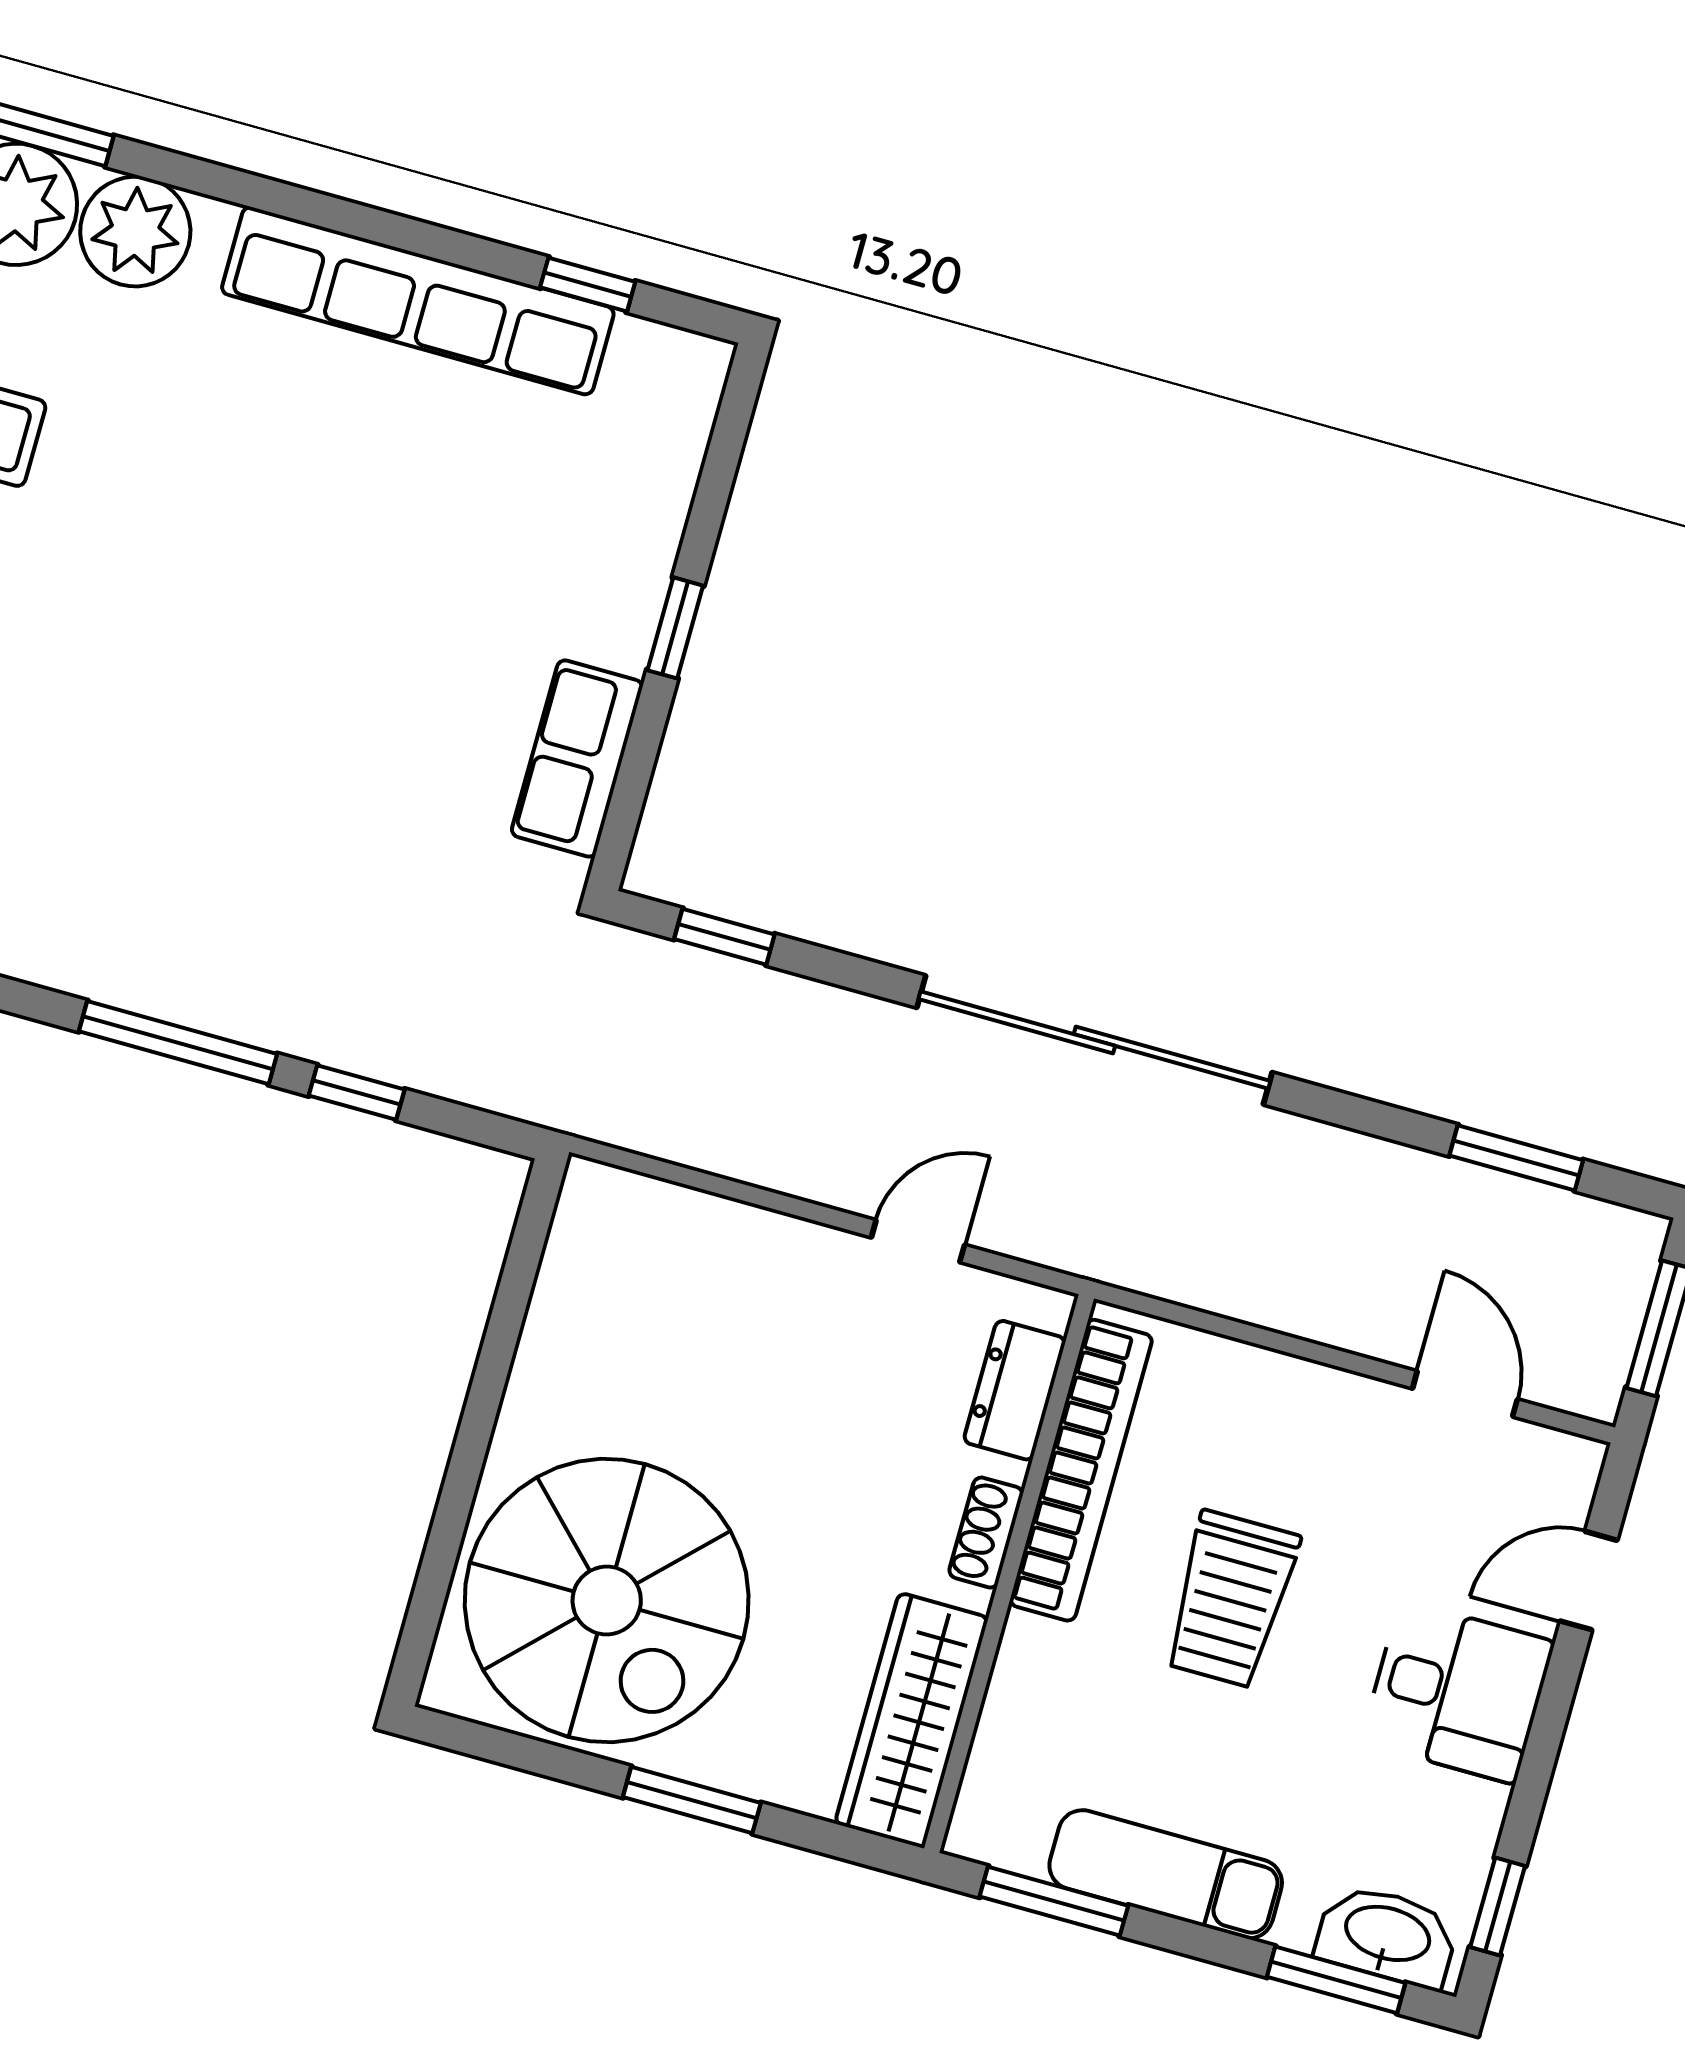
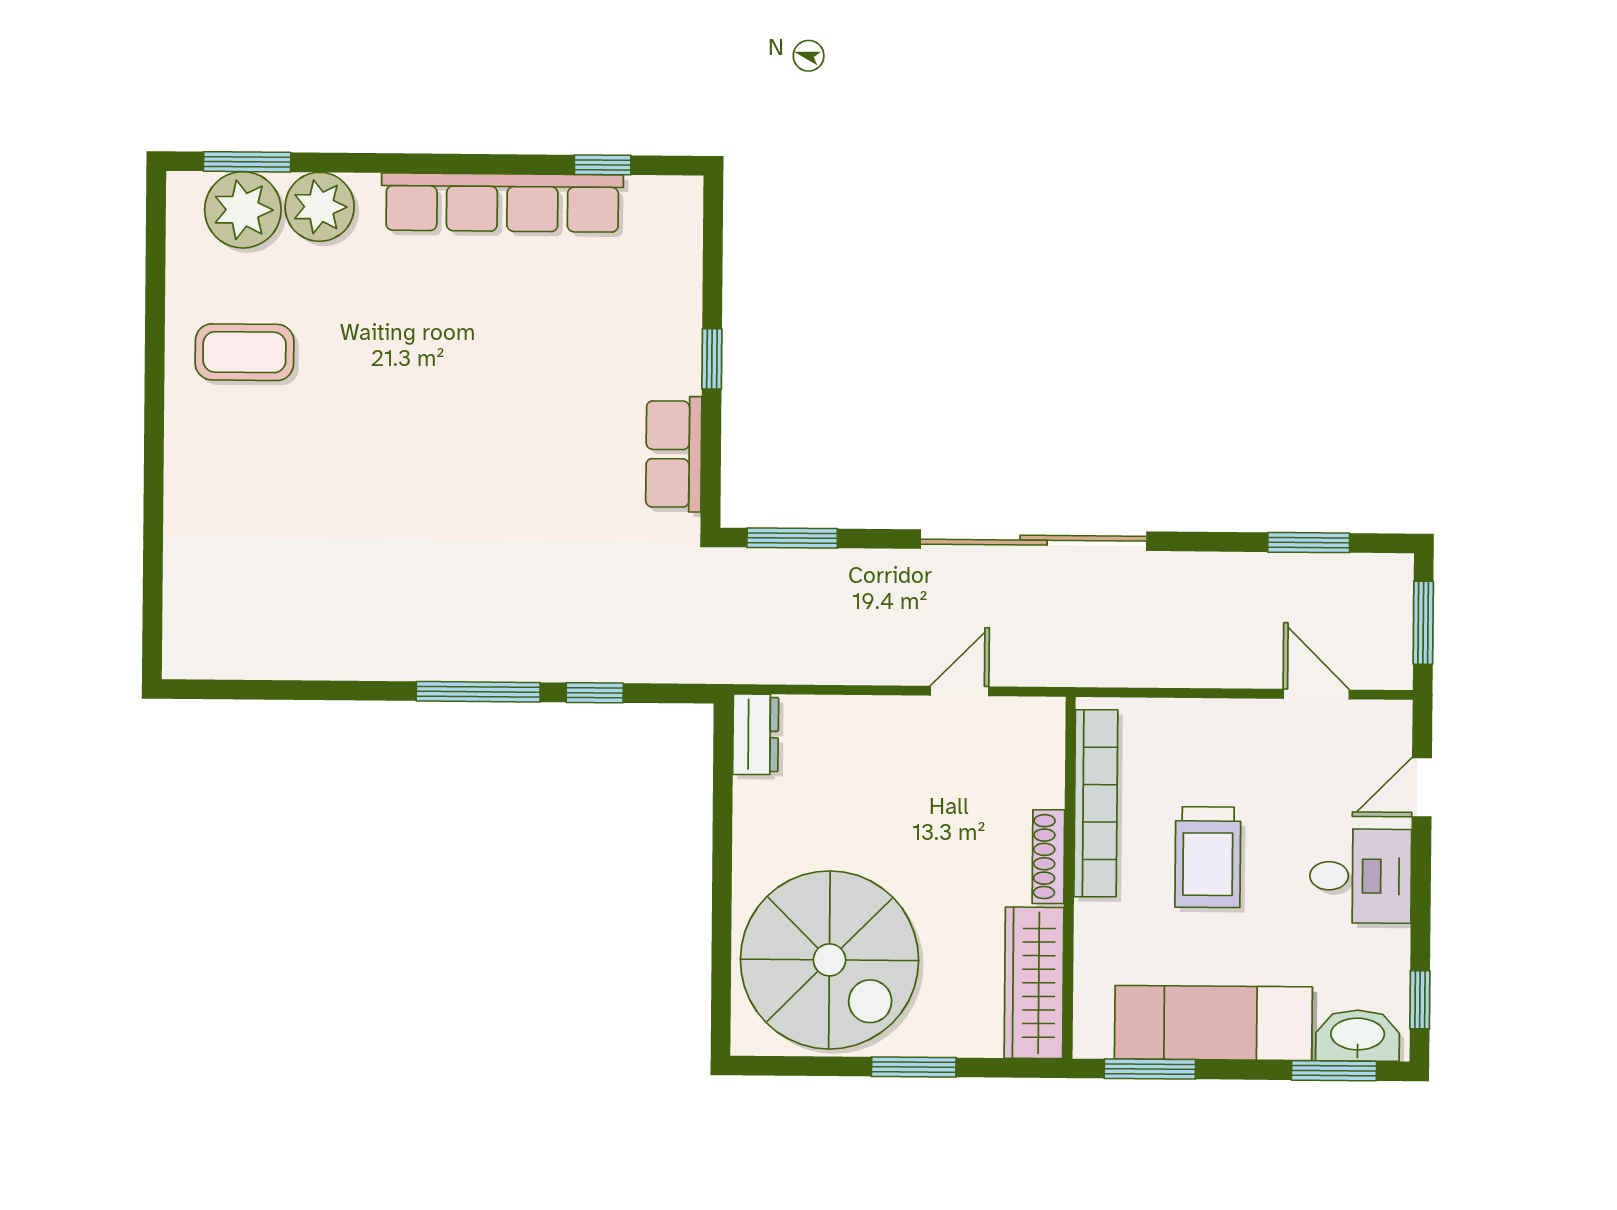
window: (724, 937) -> (792, 538), width x1.50
dresser: (1015, 1390) -> (756, 734), moved, turned 180
shoe rack: (986, 1533) -> (1048, 857), width x1.43
exam couch: (1166, 1874) -> (1213, 1023), width x1.36, depth x1.45

